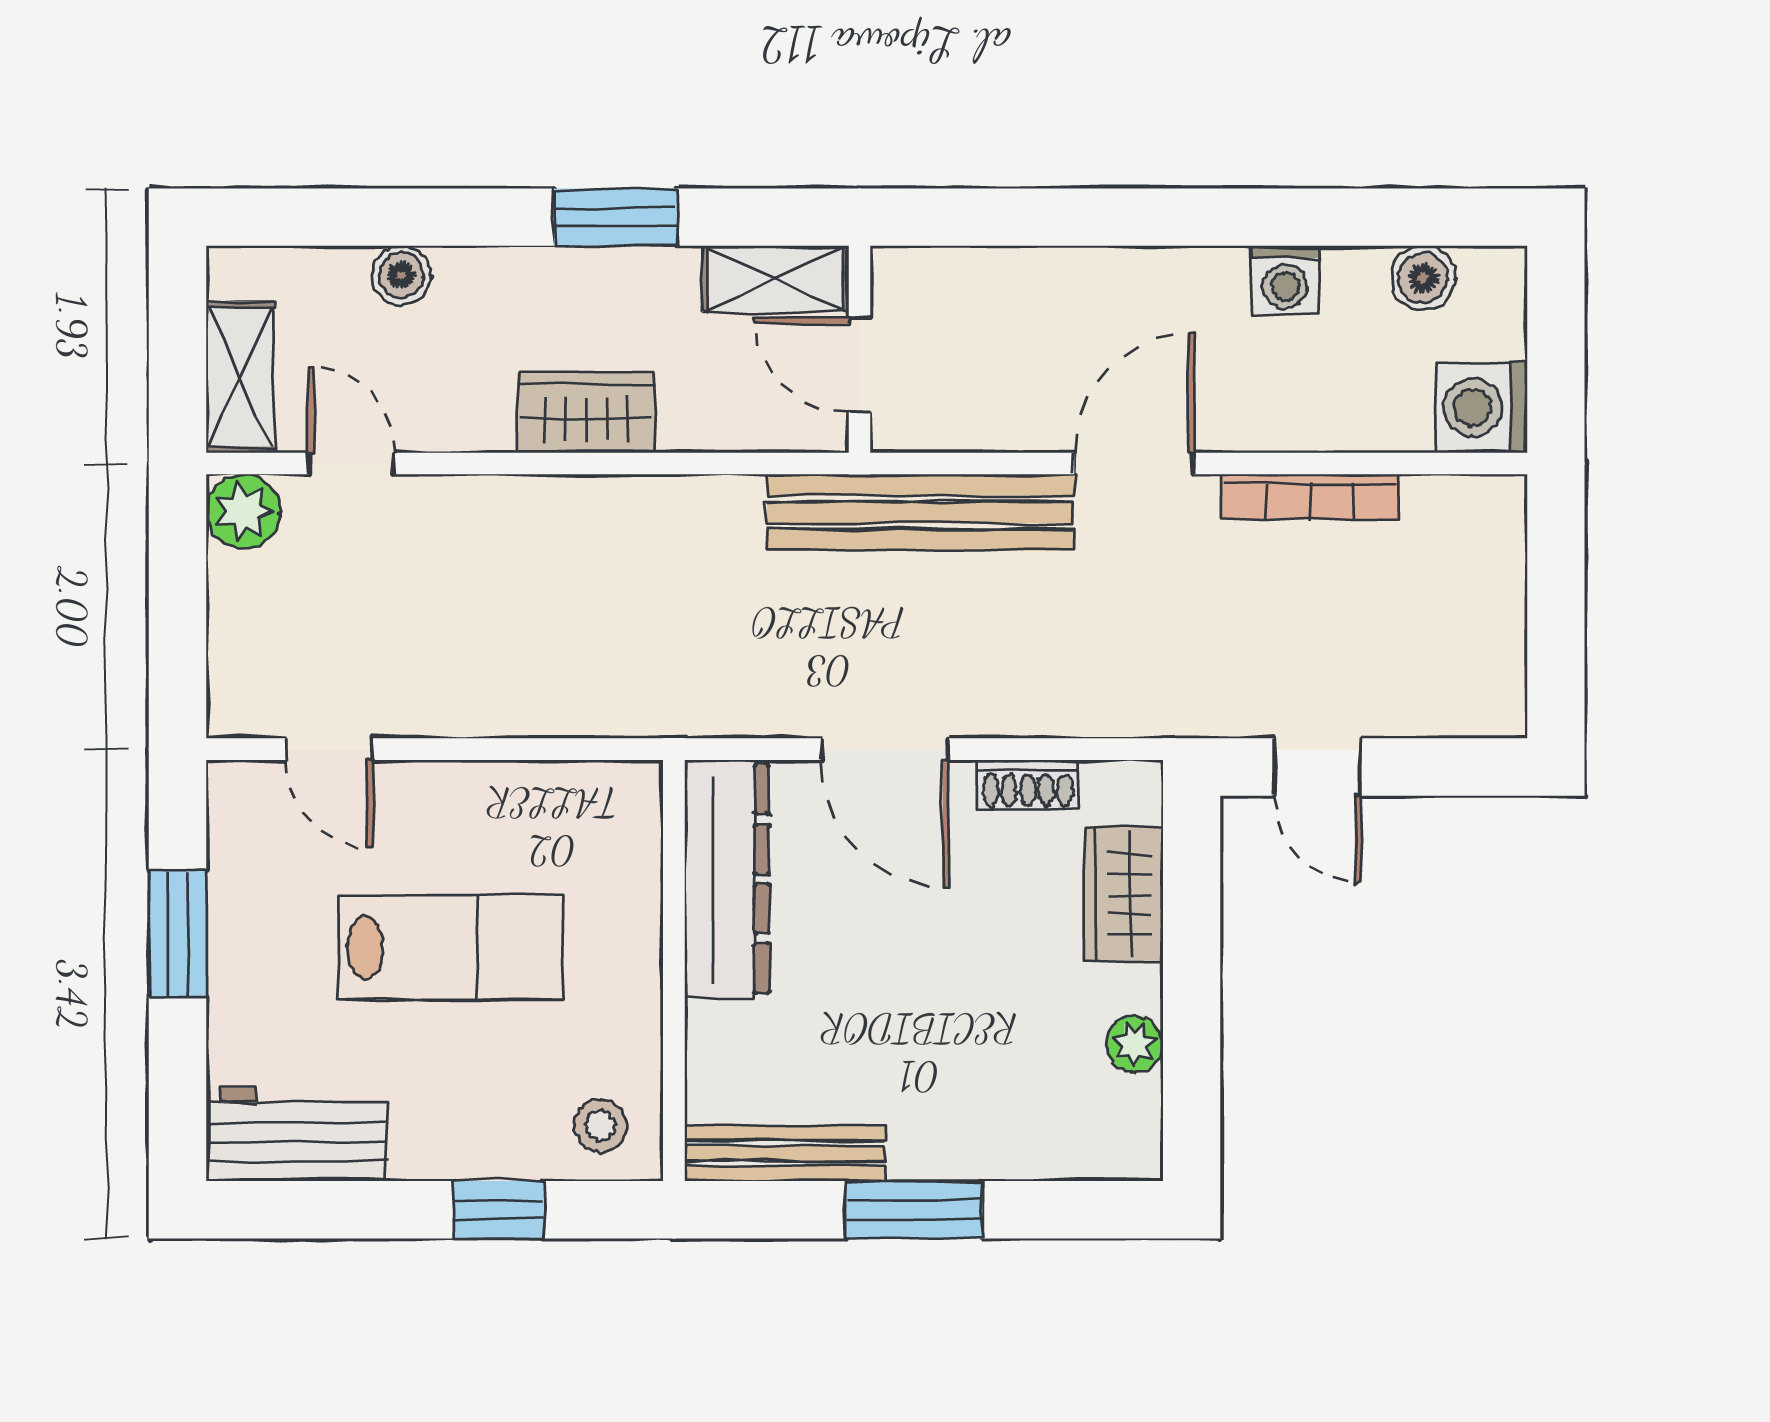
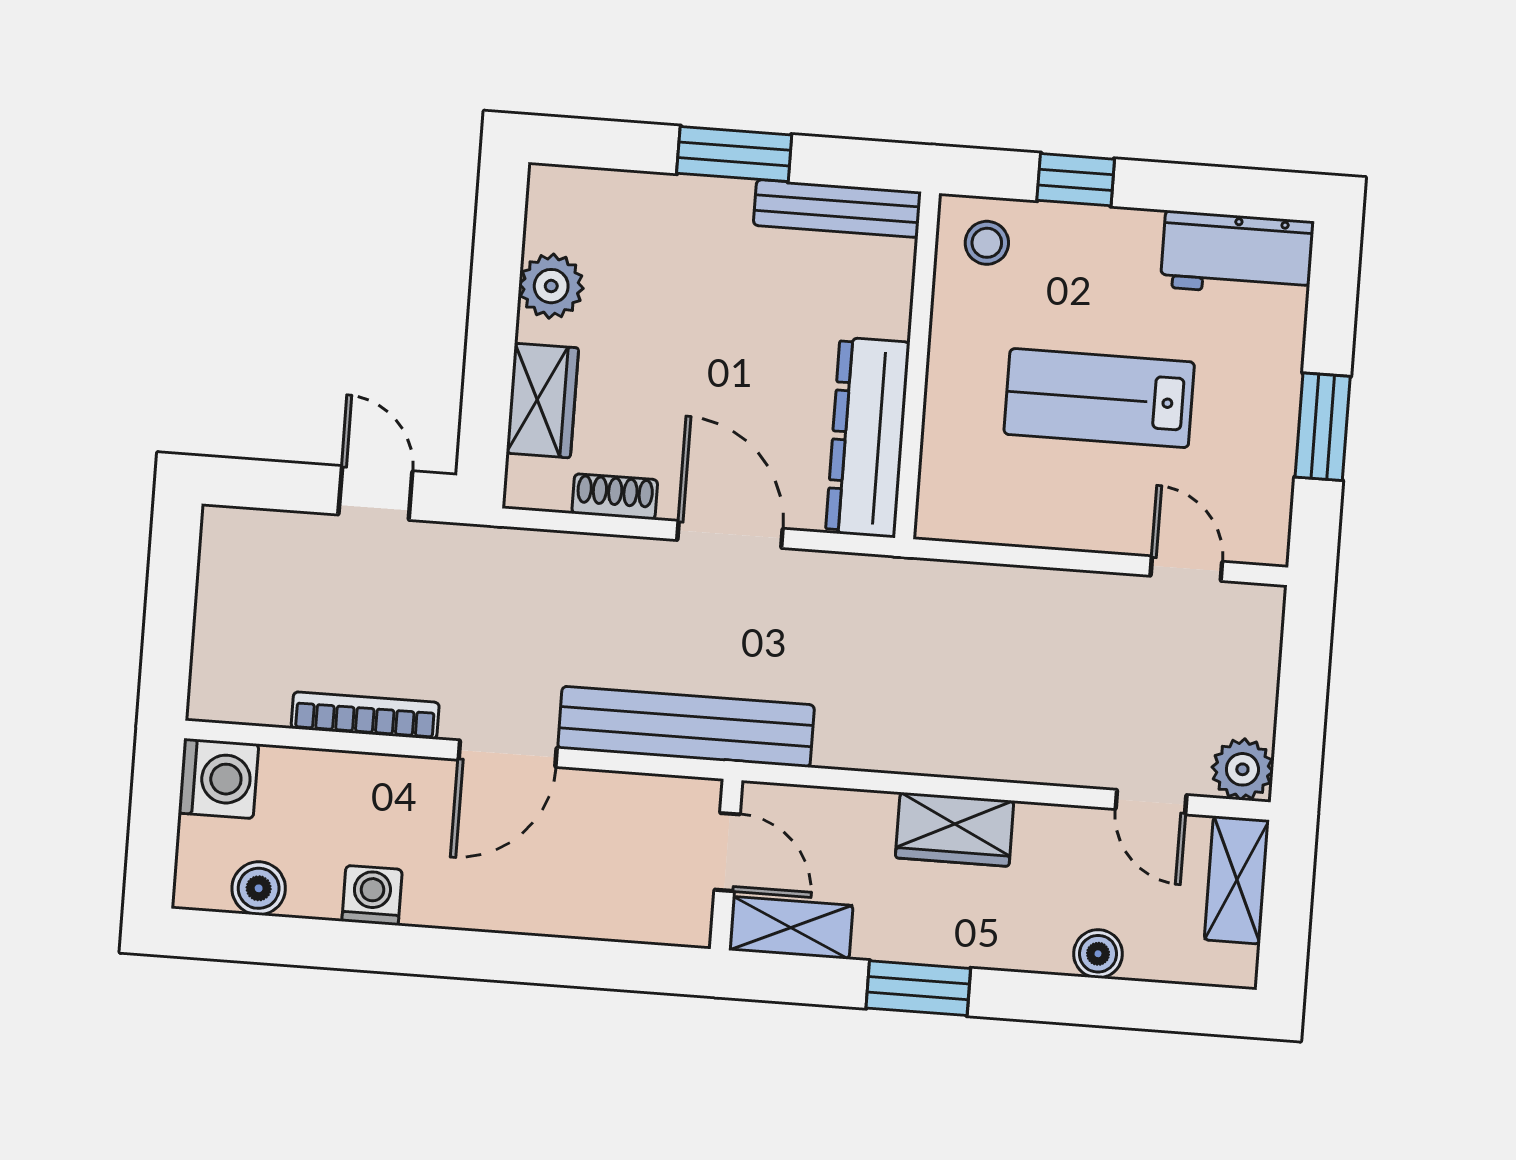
plant: (1134, 1044) -> (551, 286), width x1.38, depth x1.38

